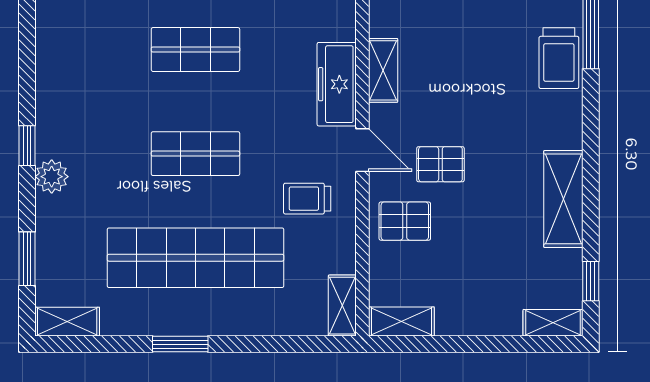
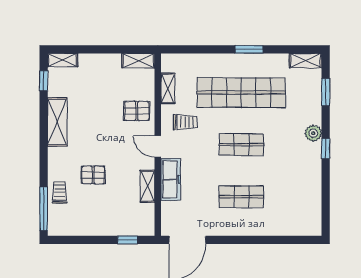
trolley: (559, 58) -> (60, 192), width x0.73, depth x0.72
pallet: (440, 164) -> (93, 175), moved
shelving: (342, 306) -> (168, 88), moved

